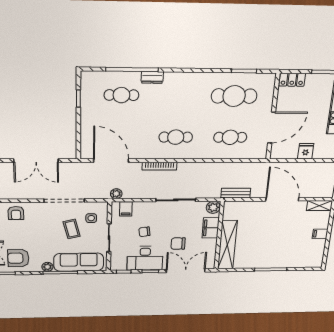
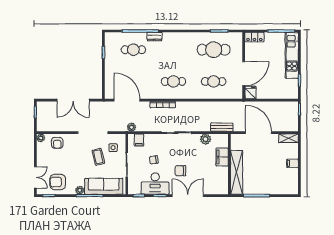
fridge: (306, 151) -> (251, 92), moved
filing cabinet: (211, 228) -> (222, 157), moved
wall: (219, 236) -> (229, 164), moved
shelving: (227, 245) -> (237, 172), moved

